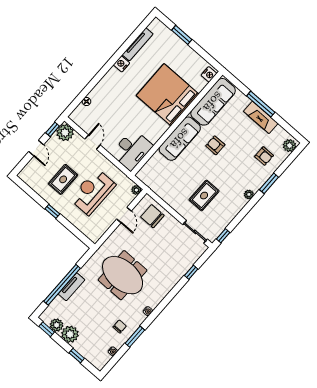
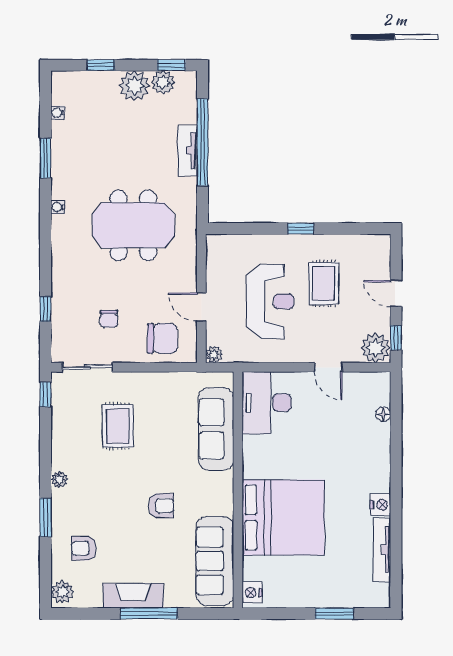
sofa: (180, 139) -> (216, 429), moved
chair: (120, 327) -> (109, 319), moved

